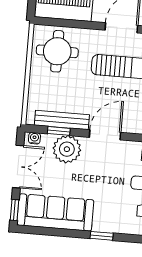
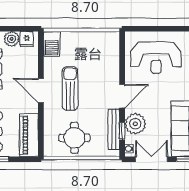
round table: (57, 51) -> (74, 138), moved
door: (105, 135) -> (122, 96), swing flipped

